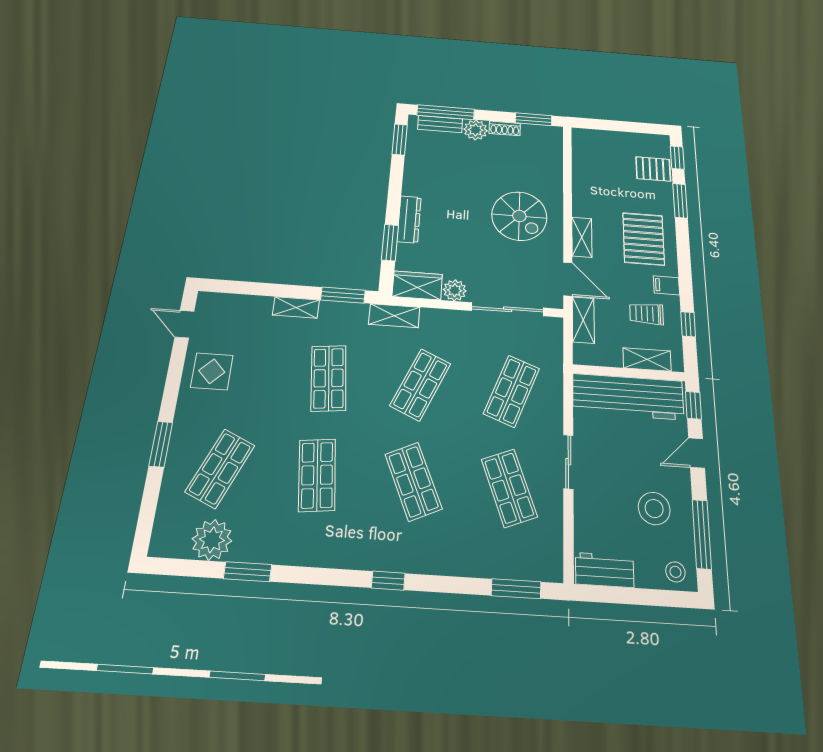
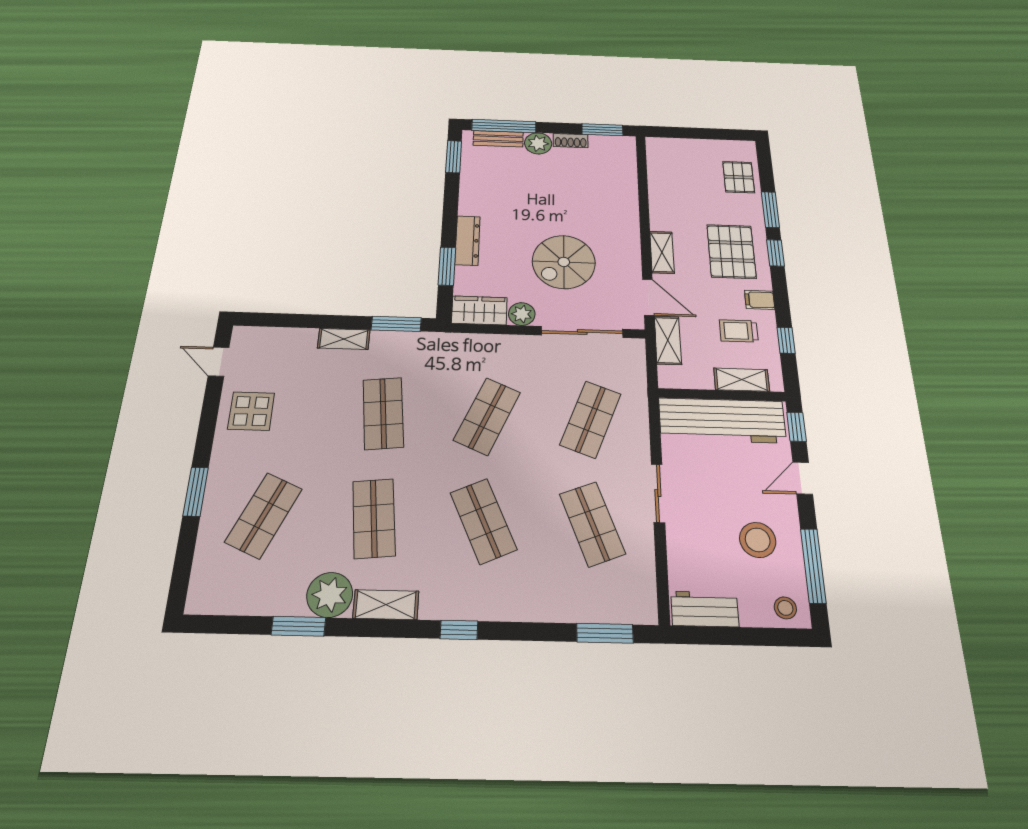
window: (677, 158) -> (776, 253), moved
pallet: (653, 169) -> (739, 177), turned 90
spiral stairs: (519, 216) -> (564, 262), moved, turned 90
shelving: (394, 316) -> (386, 605), moved
plant: (212, 540) -> (330, 595), moved

